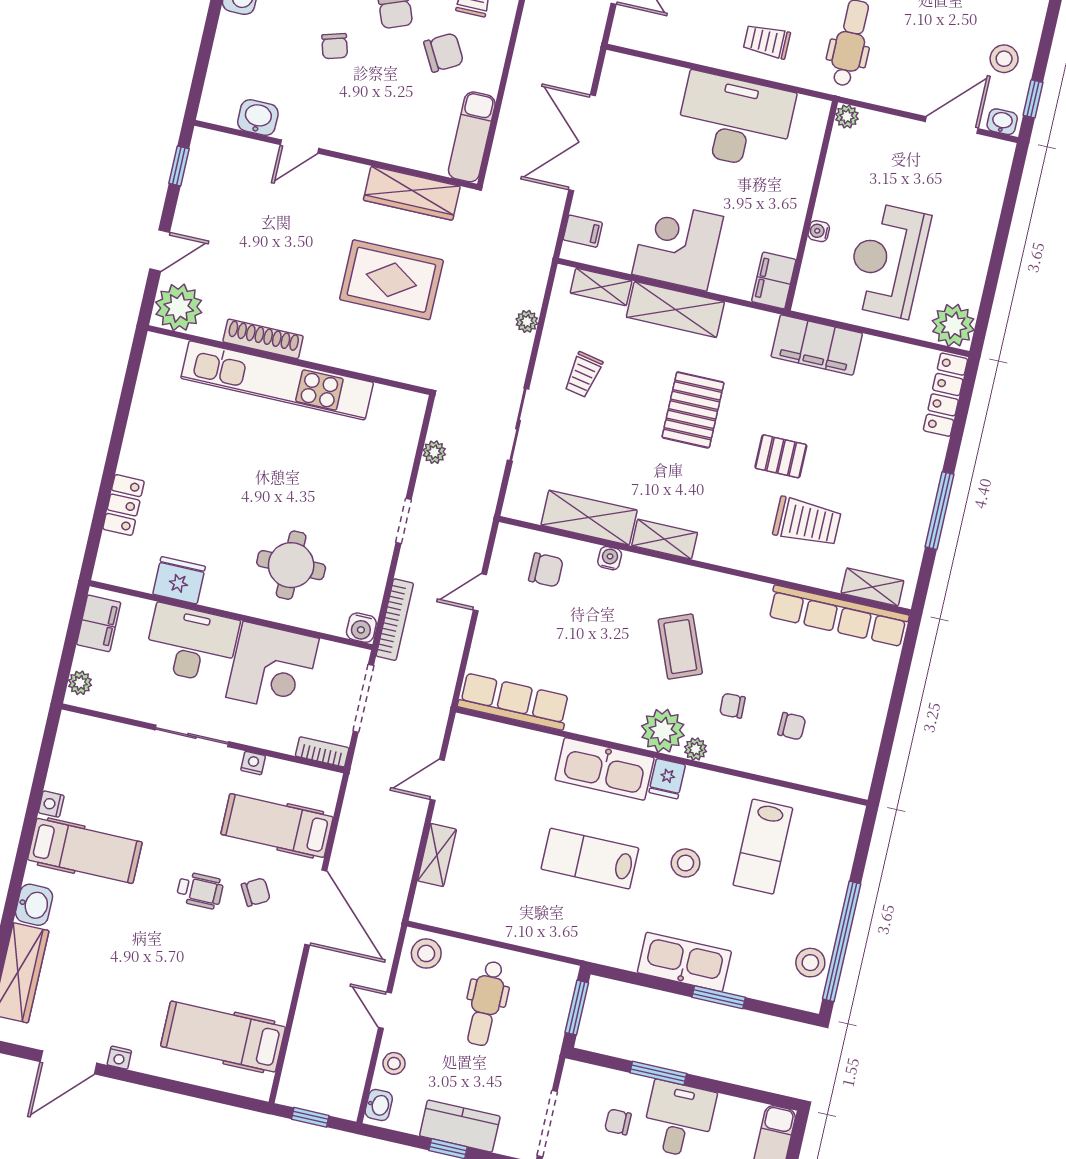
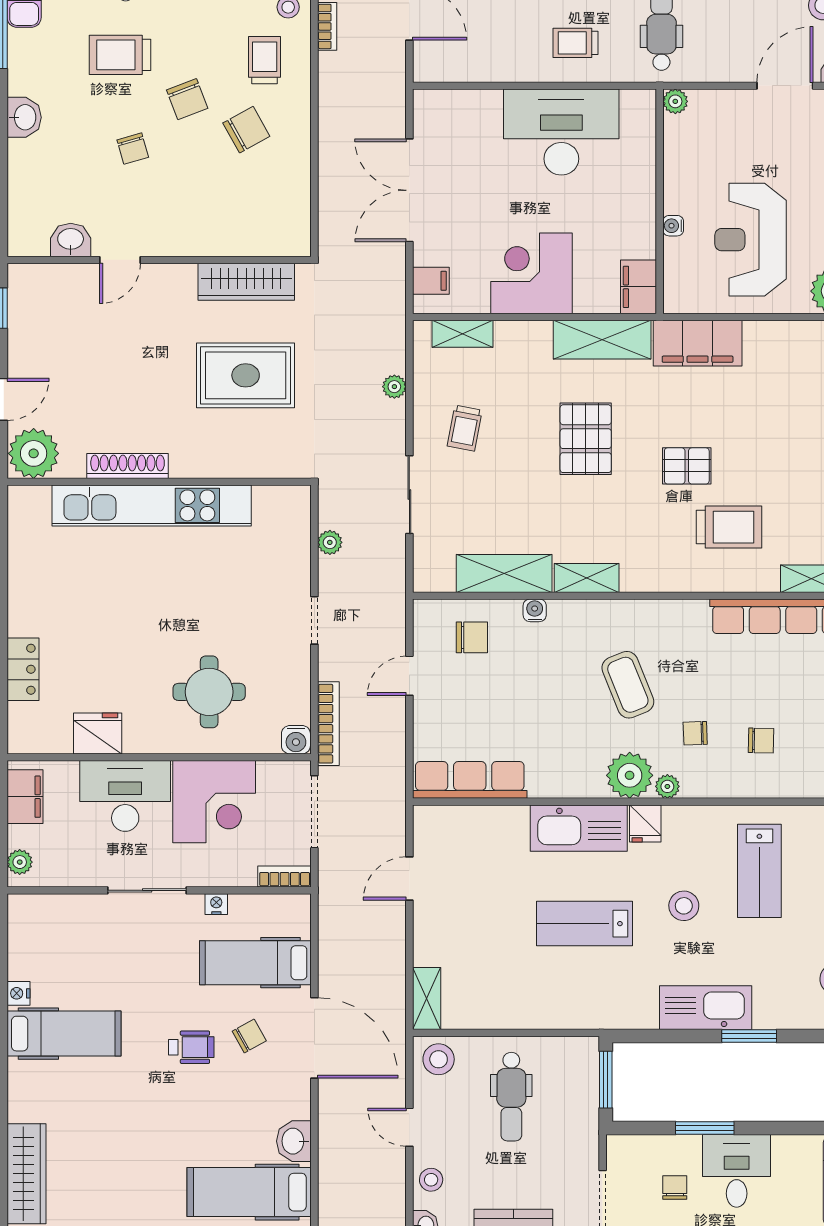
exam couch: (472, 137) -> (295, 210), removed
shelving: (675, 309) -> (602, 340), moved
shelving: (437, 855) -> (427, 999), moved
washbasin: (34, 905) -> (294, 1141), moved, turned 180
chair: (618, 1122) -> (675, 1188), turned 90

